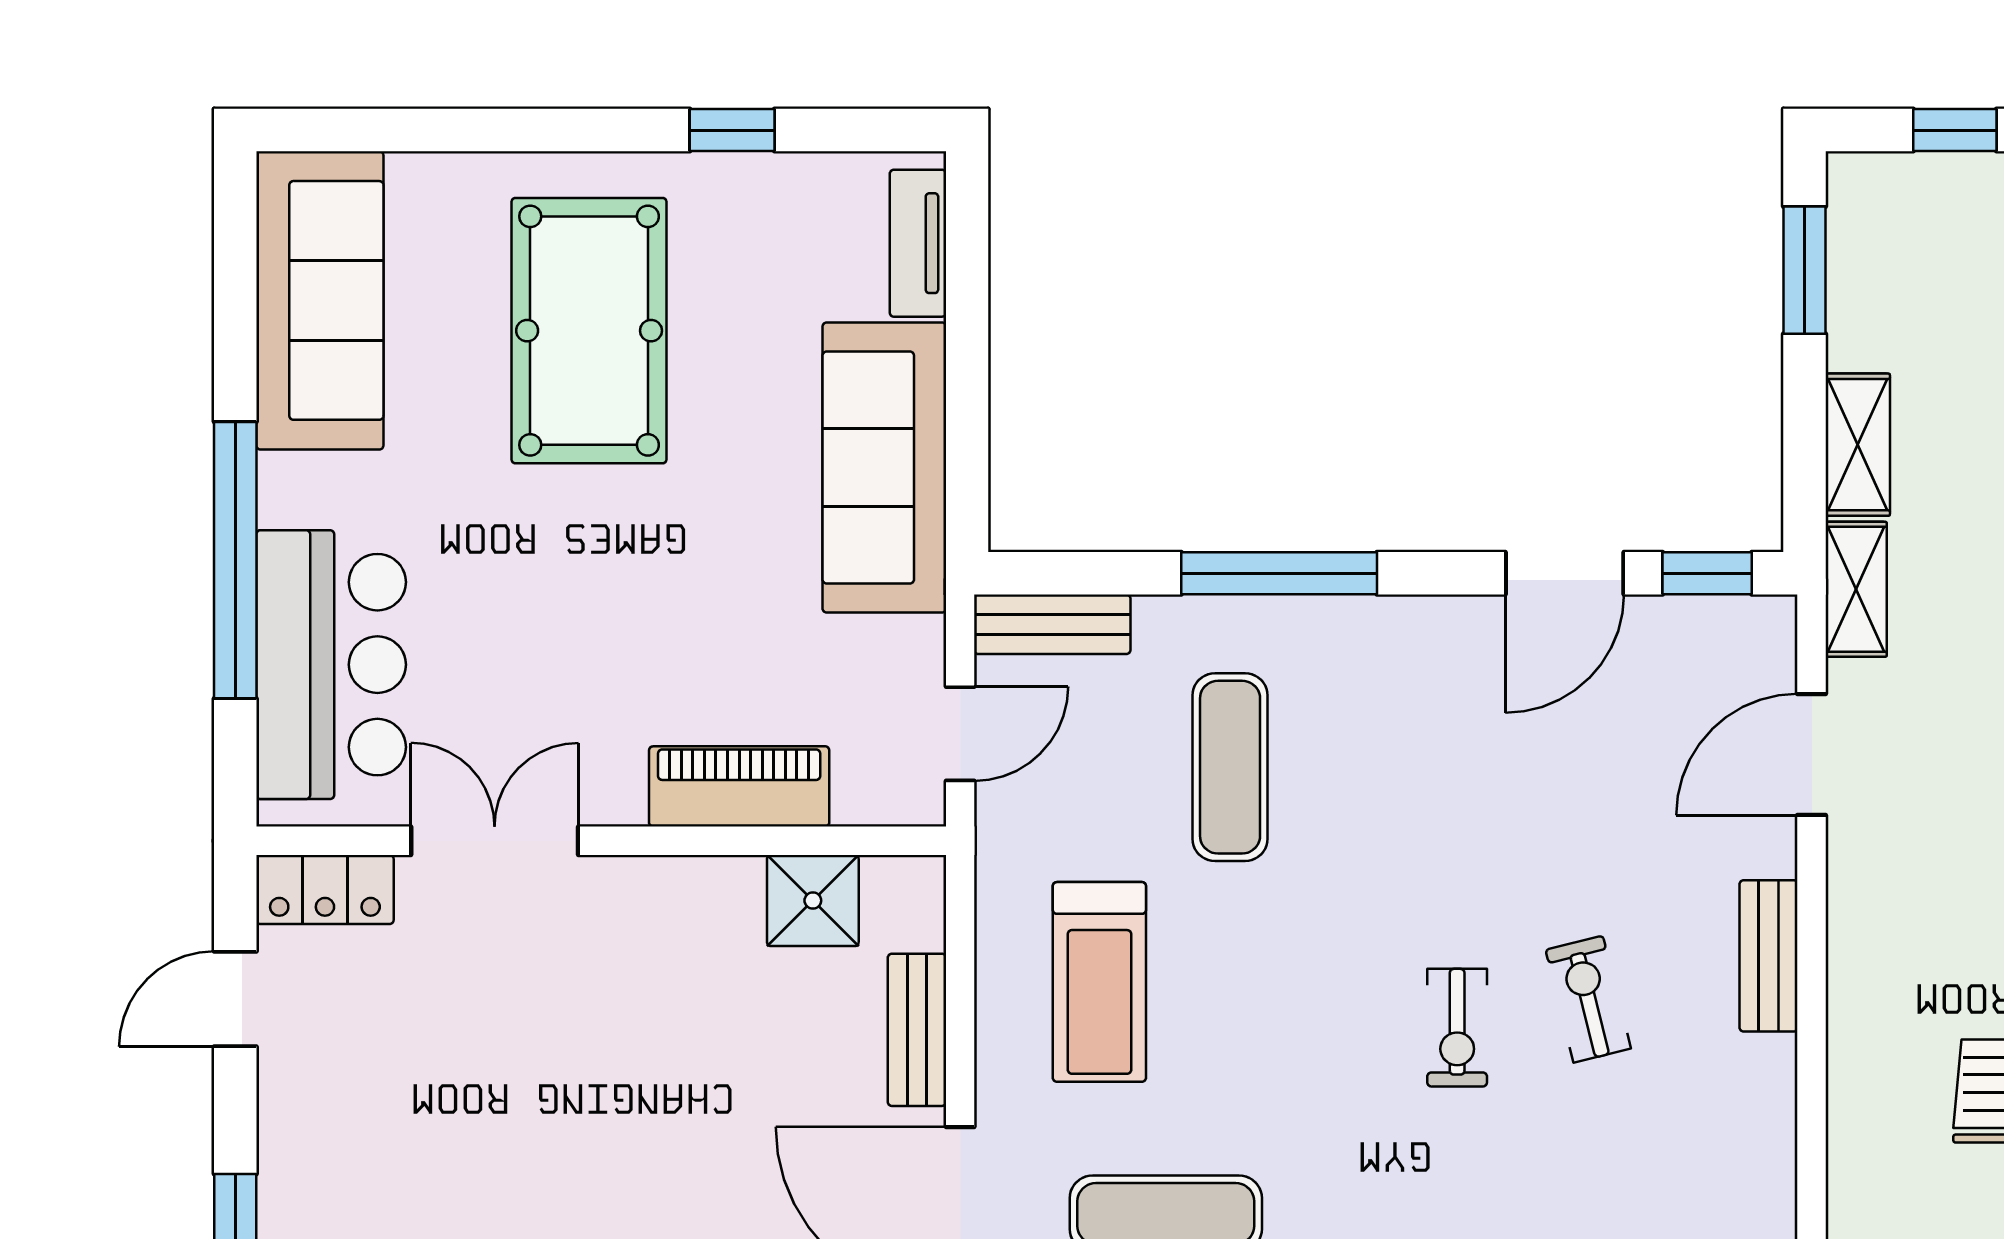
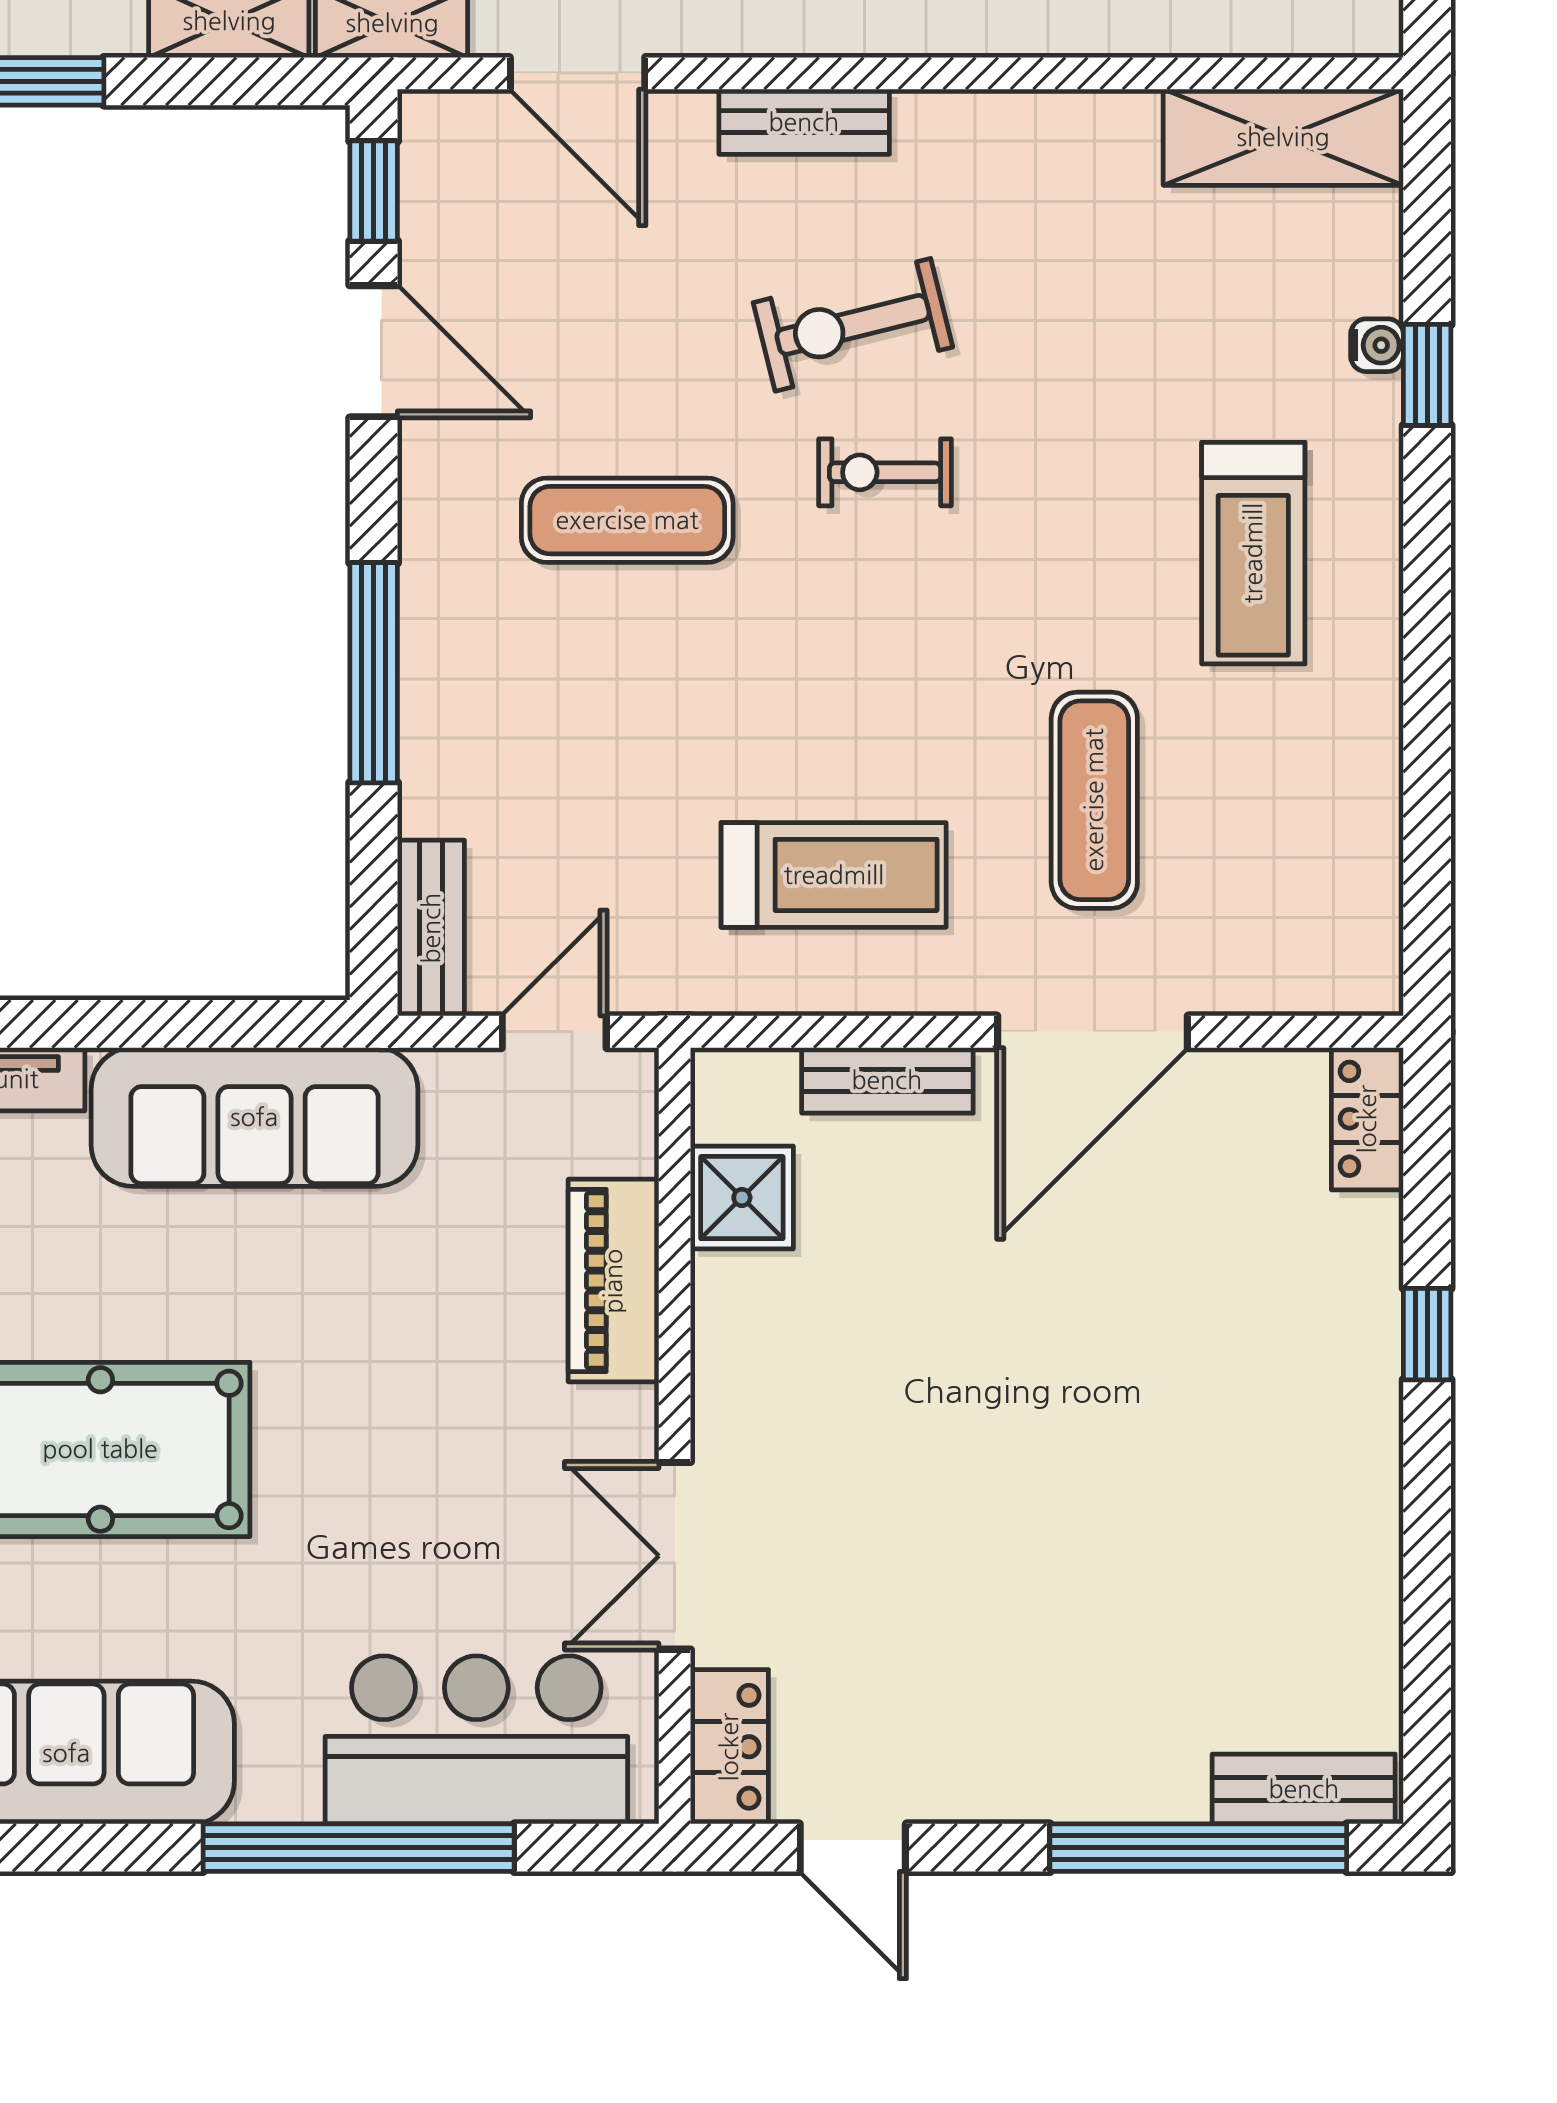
door: (960, 734) -> (554, 1032), hinge flipped
exercise mat: (1230, 767) -> (627, 520), moved
exercise bike: (1588, 999) -> (853, 325), width x1.38, depth x1.39
exercise bike: (1457, 1028) -> (885, 472), turned 180

